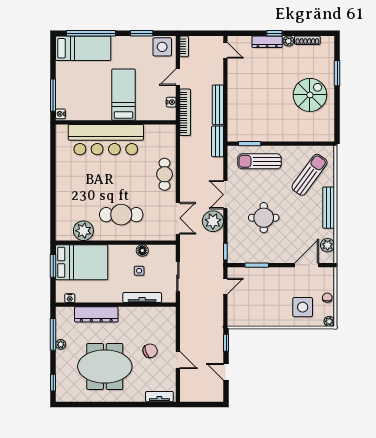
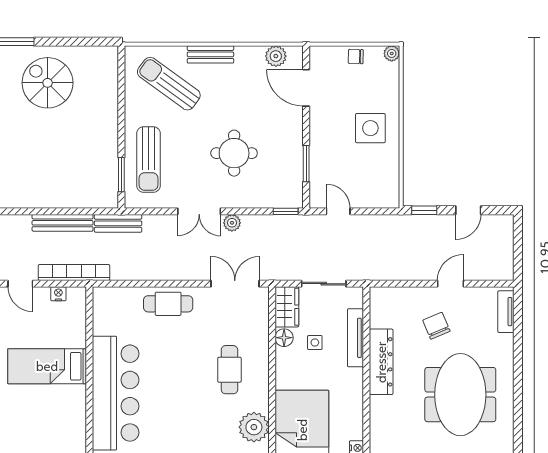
bench: (329, 208) -> (210, 54), width x0.73
cafe table: (121, 215) -> (229, 370), width x0.73, depth x0.74
plant: (213, 221) -> (232, 223), width x0.53, depth x0.53
wardrobe: (163, 252) -> (287, 307), added
side table: (303, 307) -> (370, 128), moved
dresser: (96, 314) -> (381, 362), moved

